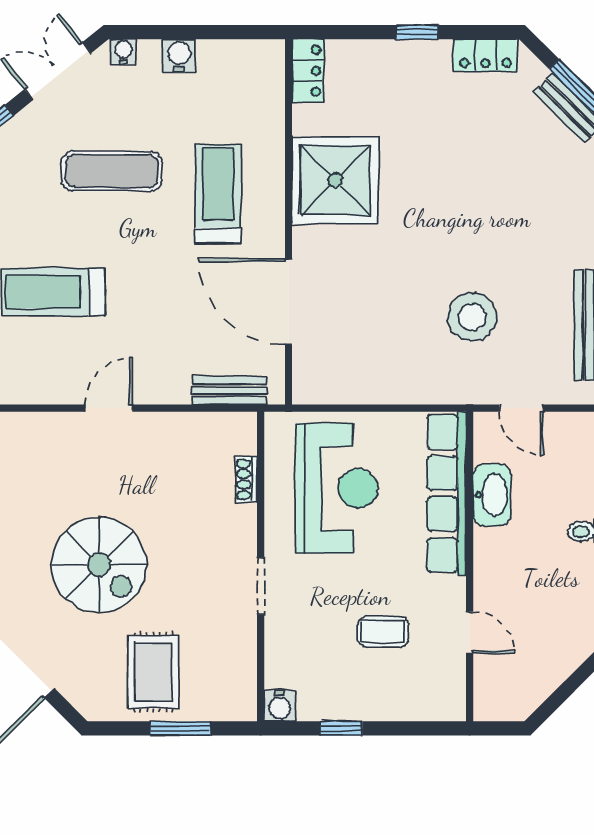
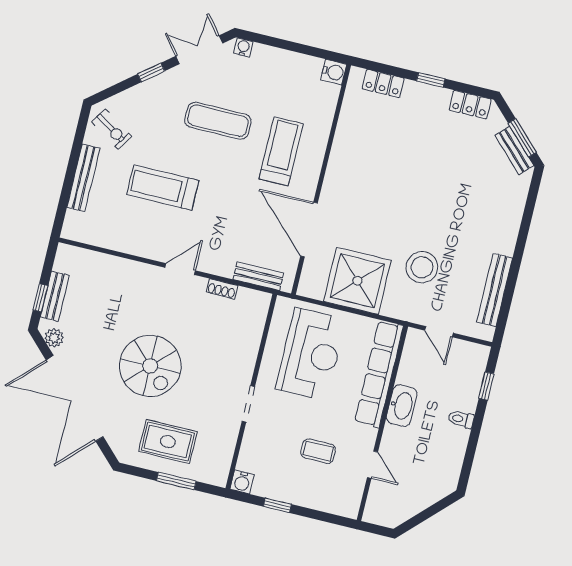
water cooler: (179, 56) -> (334, 72), moved, turned 90
locker: (308, 71) -> (383, 84), moved, turned 90
shower: (335, 180) -> (357, 281), moved
shoe rack: (246, 479) -> (222, 289), moved, turned -90
washbasin: (492, 495) -> (402, 406), moved
rug: (153, 672) -> (168, 442), turned 90

